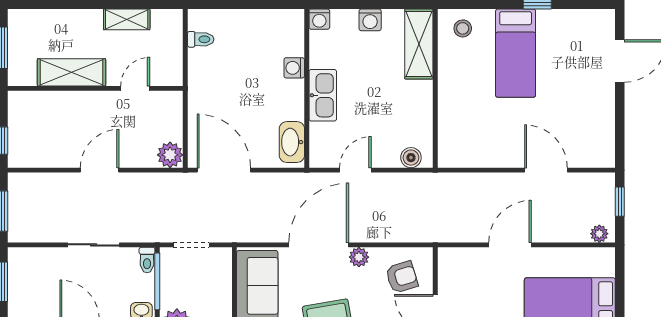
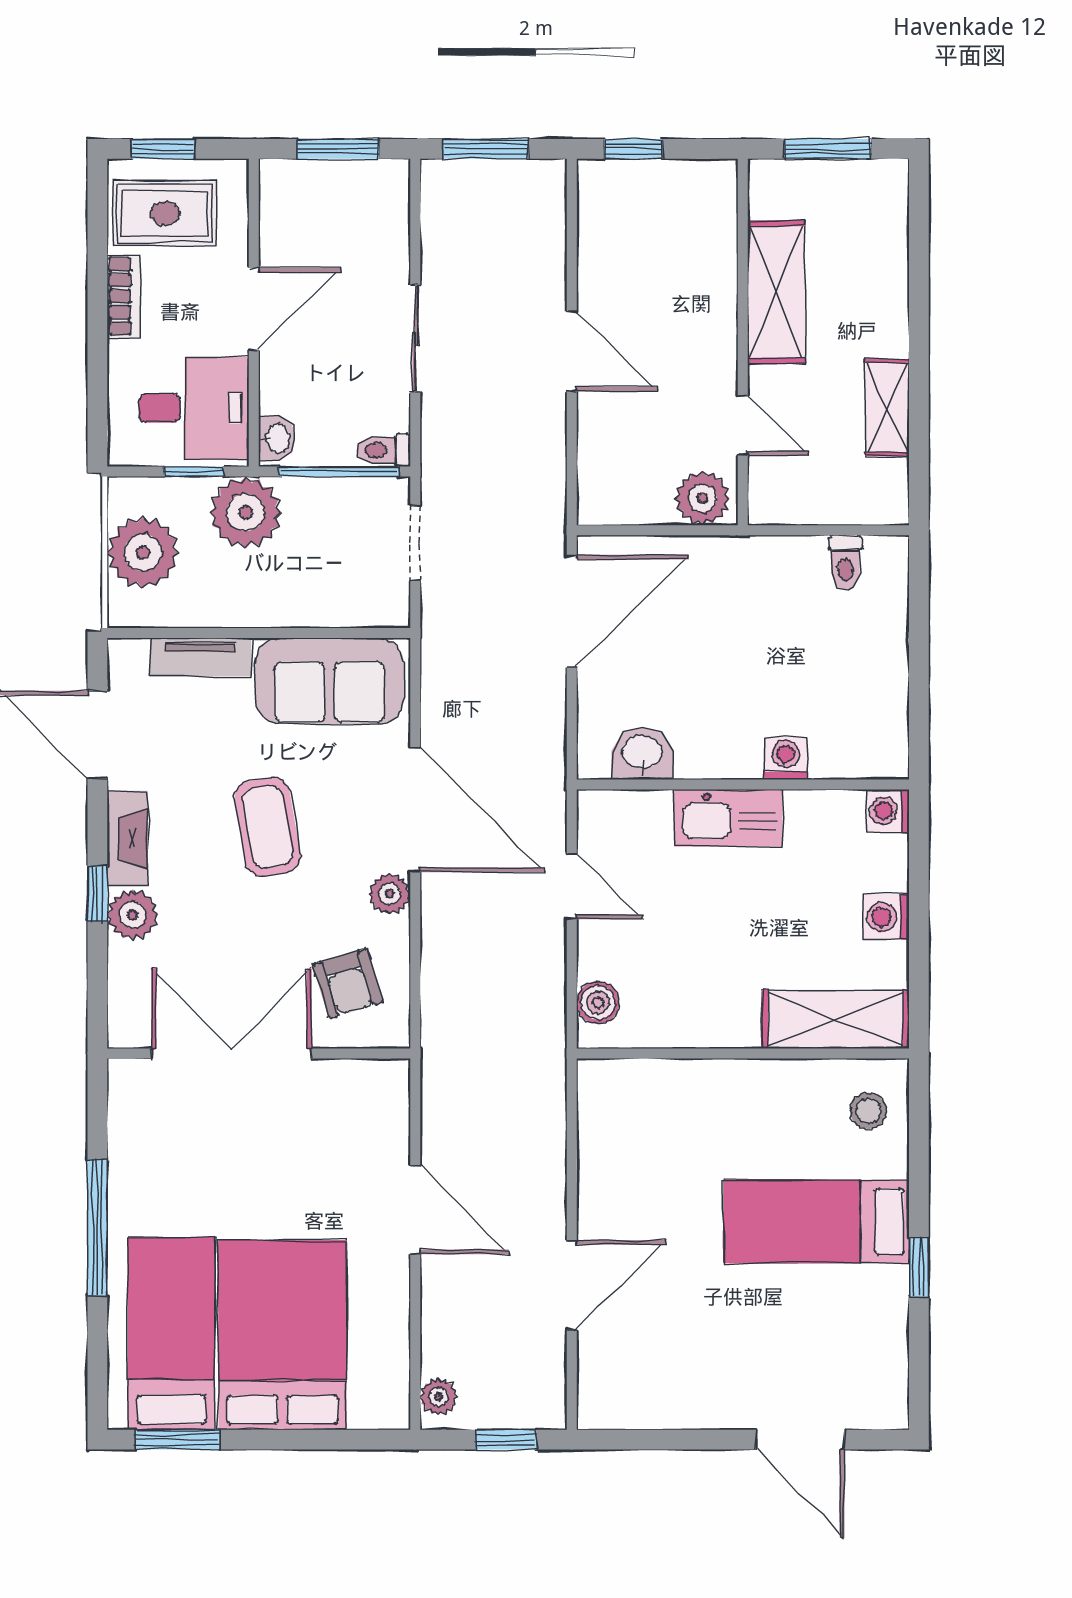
washbasin: (292, 142) -> (642, 753), width x0.72
plant: (170, 155) -> (702, 498), moved

